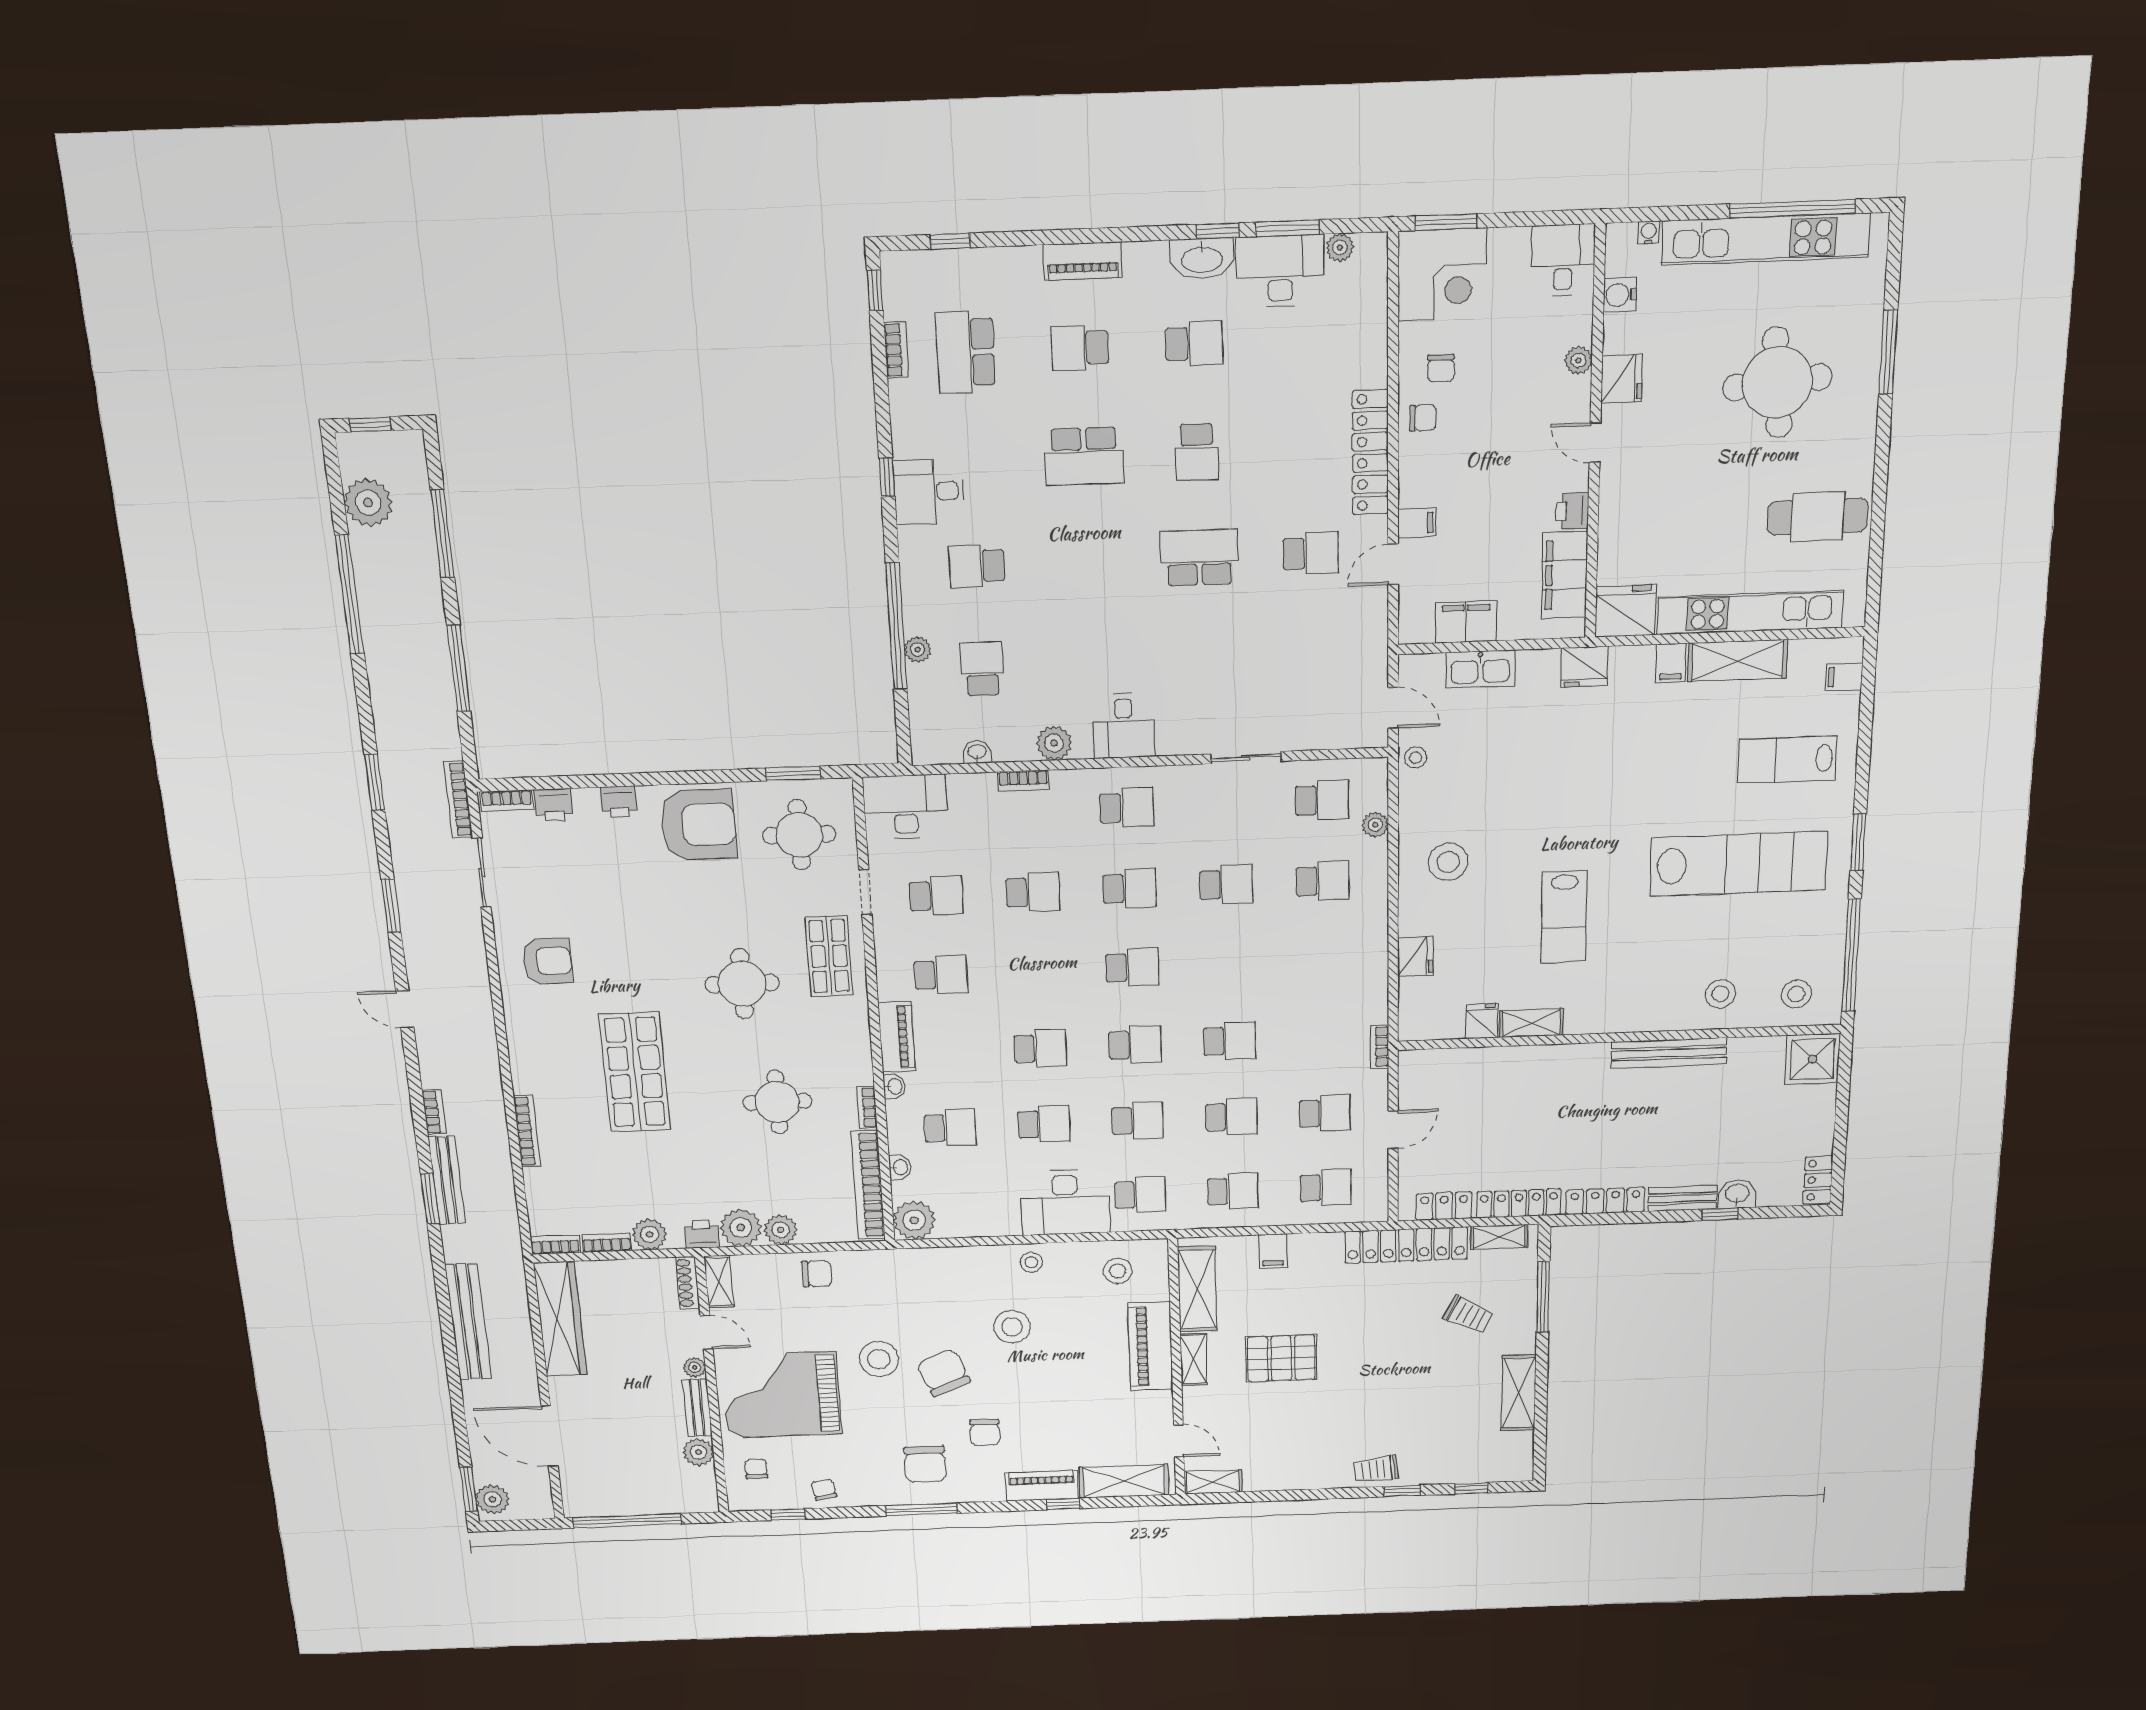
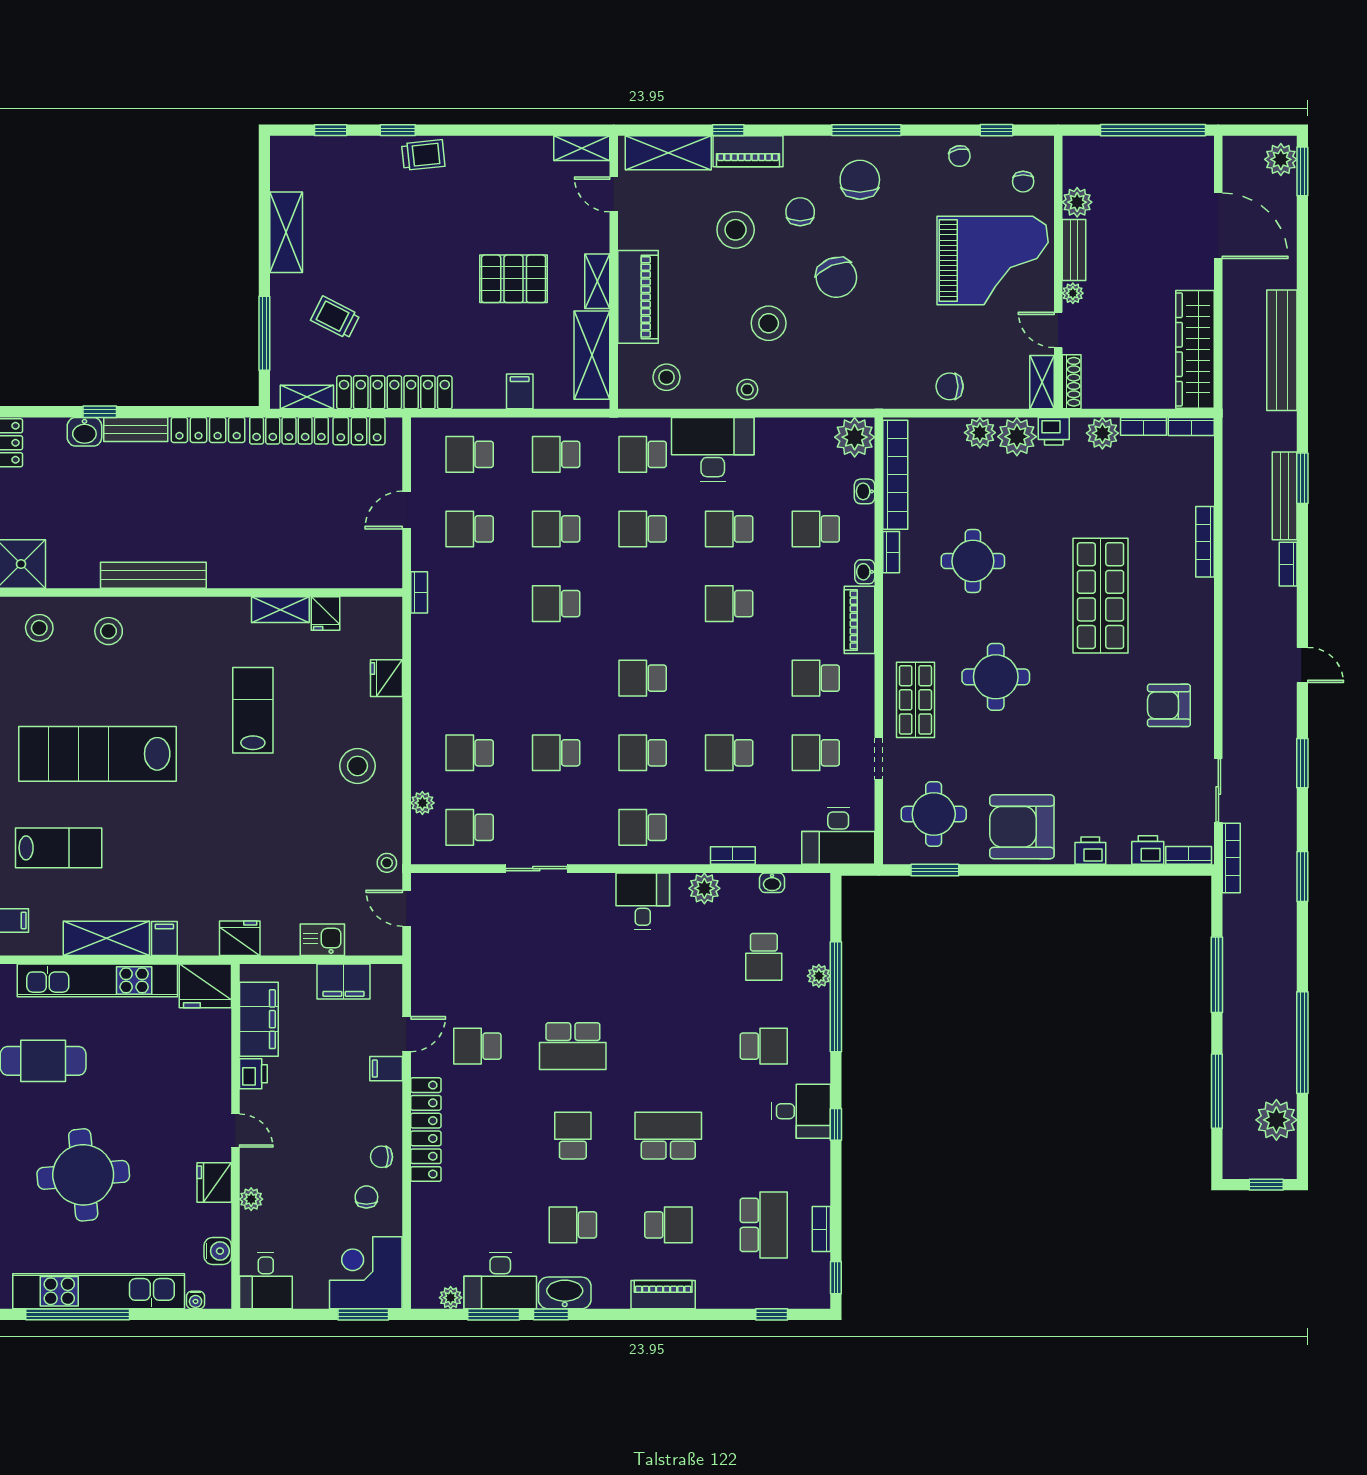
kitchen sink: (1480, 669) -> (322, 940), width x0.73
school desk: (1135, 1045) -> (643, 604), removed
stool: (879, 1359) -> (736, 230), moved

